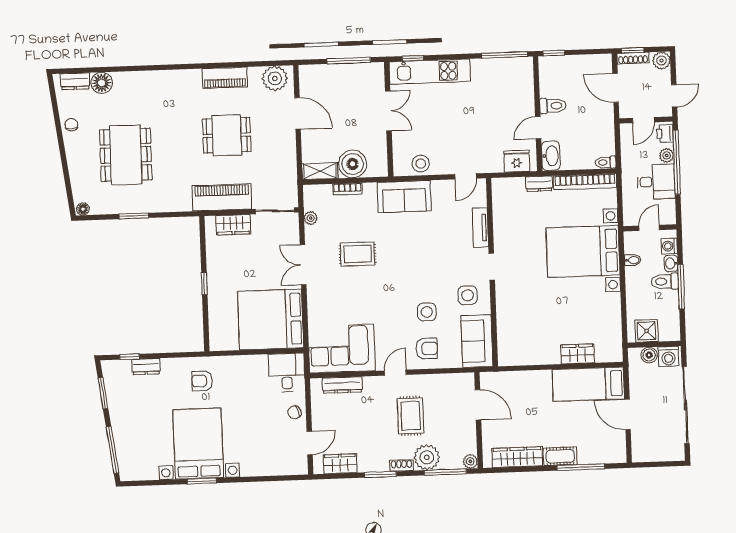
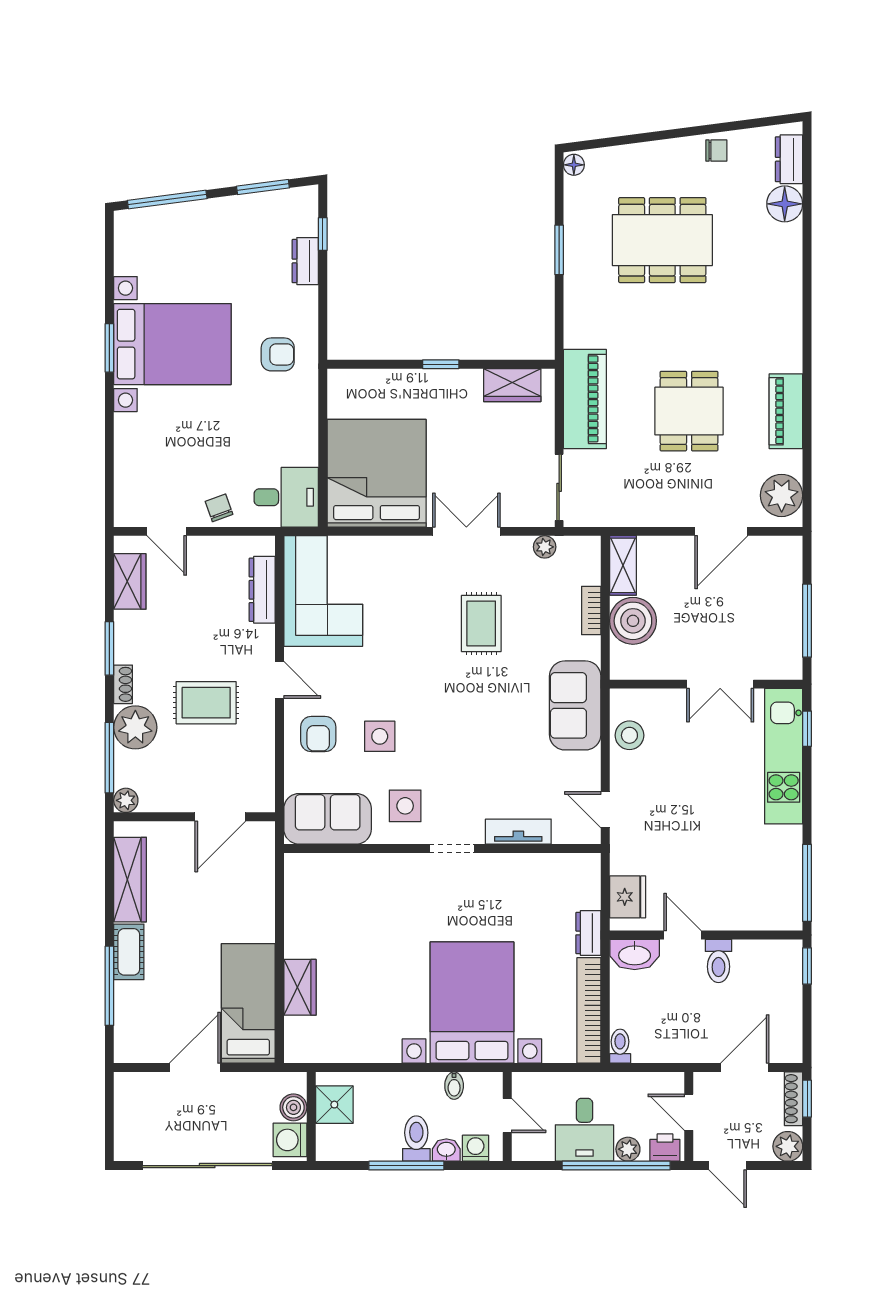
wardrobe: (233, 225) -> (512, 385), moved, turned -90
armchair: (202, 381) -> (278, 354), turned 90

